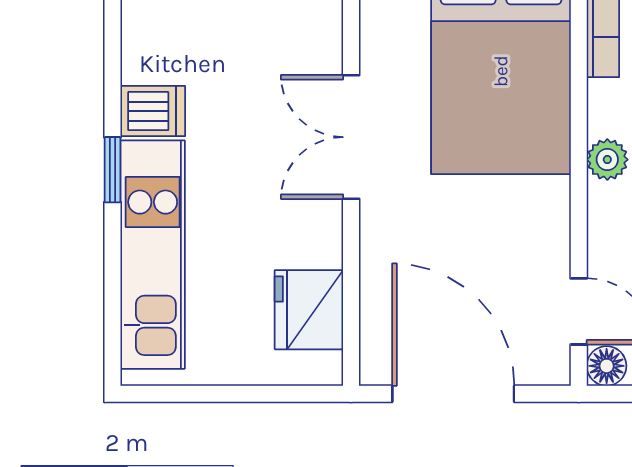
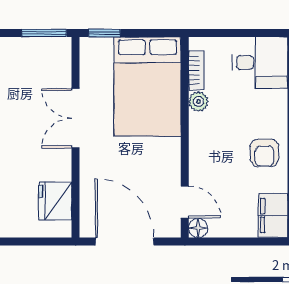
plant: (607, 160) -> (198, 102), moved

